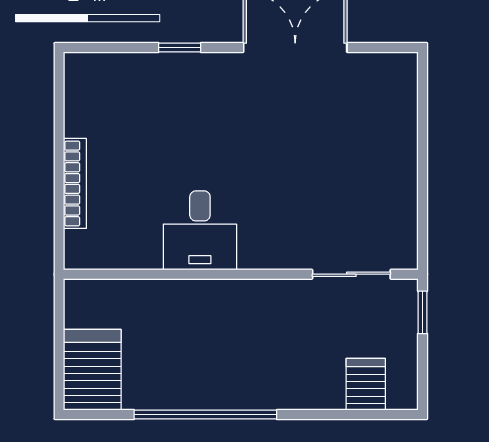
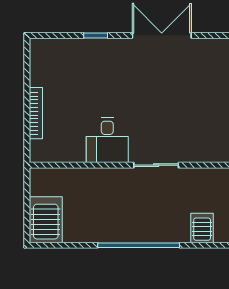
sliding door: (351, 274) -> (156, 165), moved
window: (205, 415) -> (139, 245), moved

